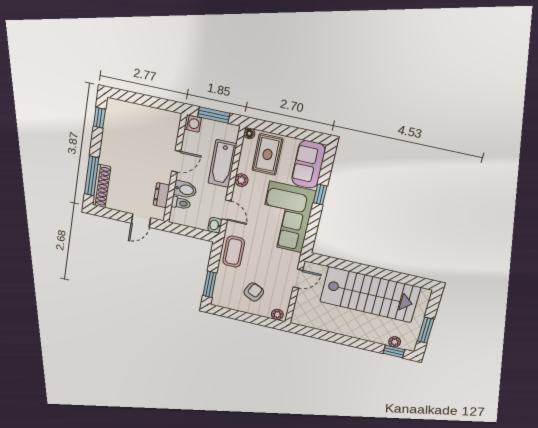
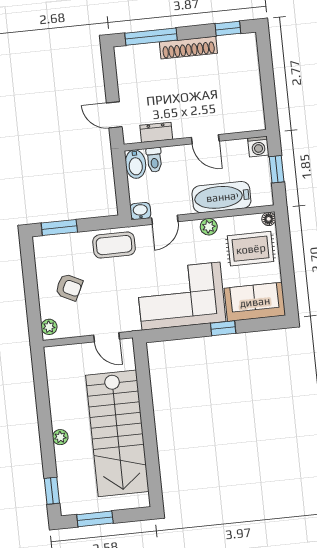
window: (214, 115) -> (277, 169), width x0.67
shoe rack: (101, 186) -> (188, 48), moved
bidet: (185, 189) -> (136, 164), moved
plant: (395, 342) -> (60, 437), moved

